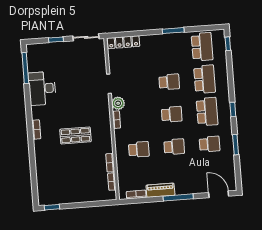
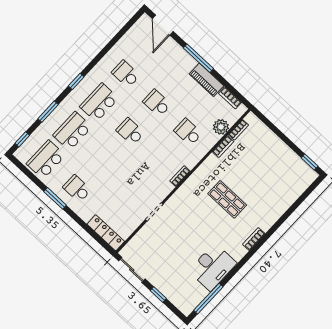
school desk: (169, 82) -> (77, 189), moved
plant: (118, 103) -> (221, 127), moved
window: (236, 145) -> (48, 112), moved

